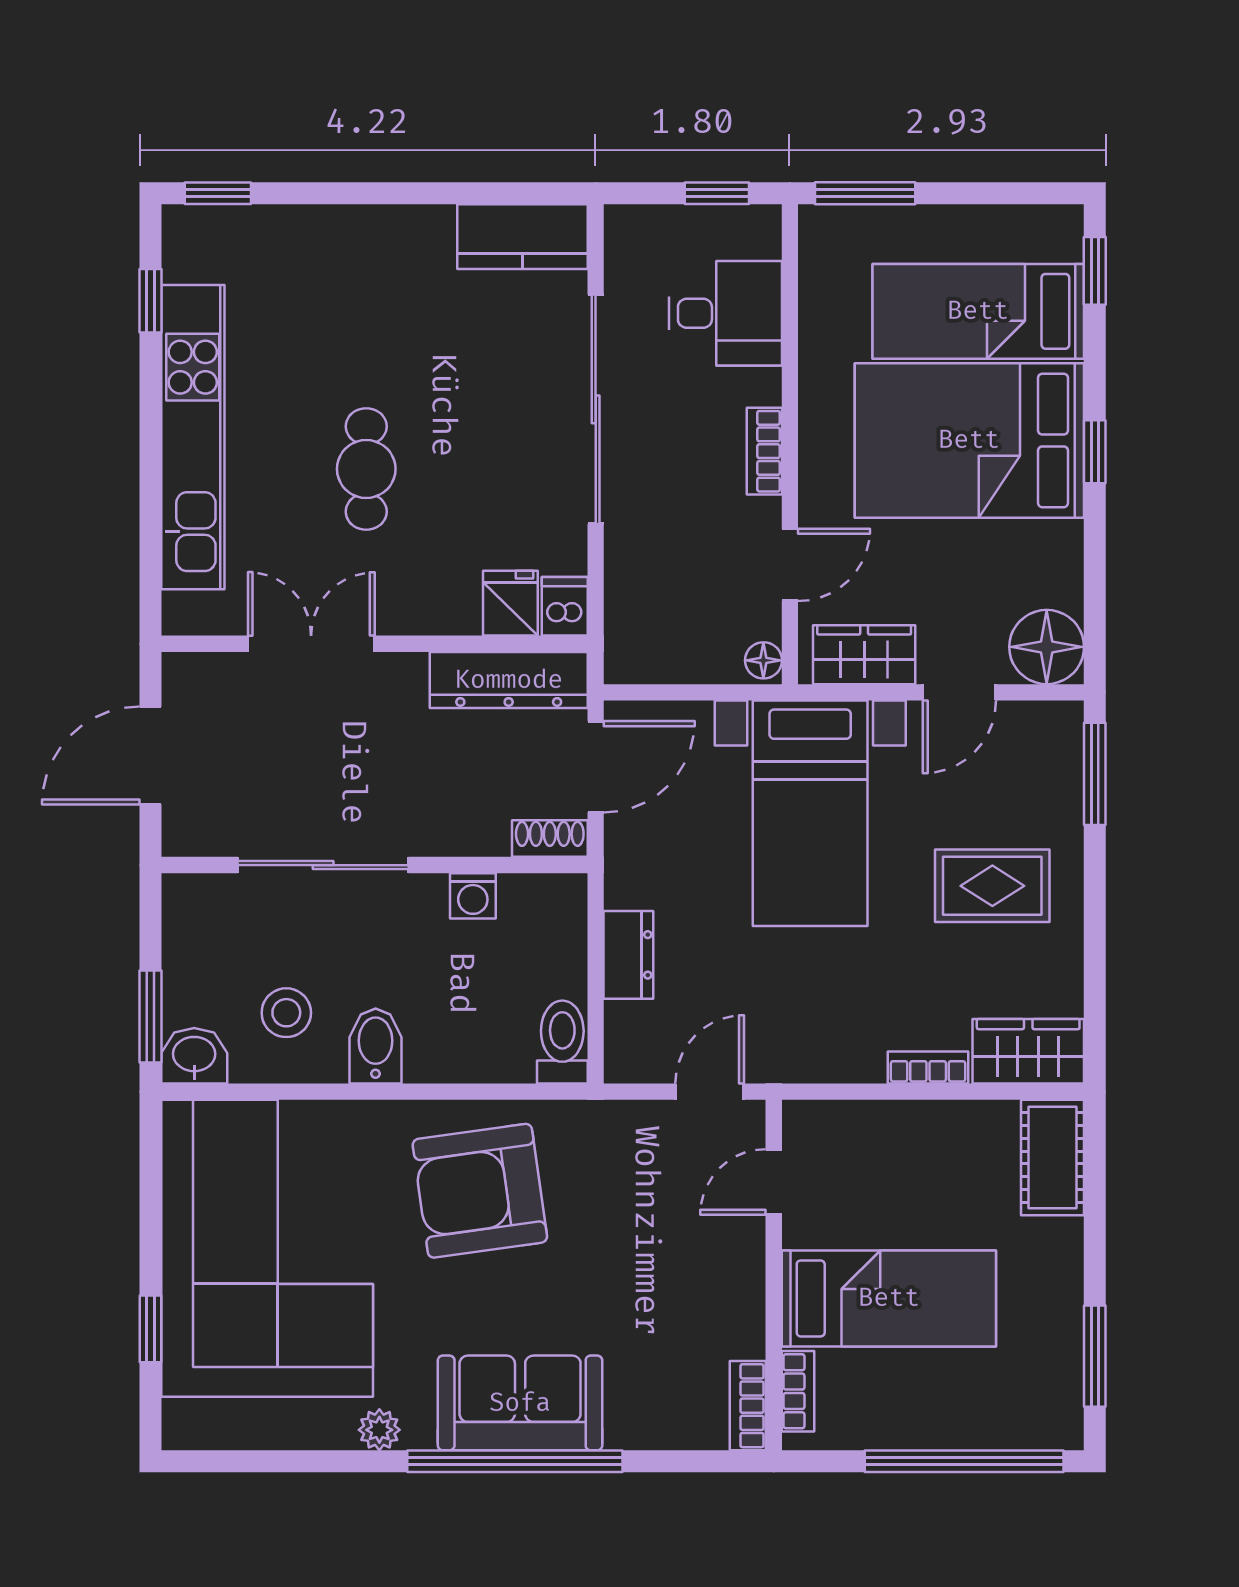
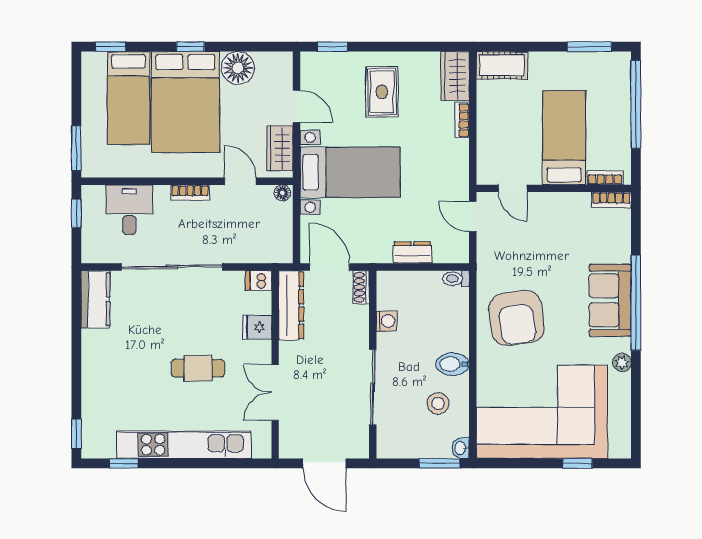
fridge: (510, 603) -> (257, 327), moved
floor lamp: (1047, 647) -> (238, 68), moved
window: (1095, 774) -> (332, 47), width x0.67
toilet: (562, 1042) -> (456, 279), width x0.73, depth x0.72
washbasin: (194, 1056) -> (461, 448), width x0.72, depth x0.69

